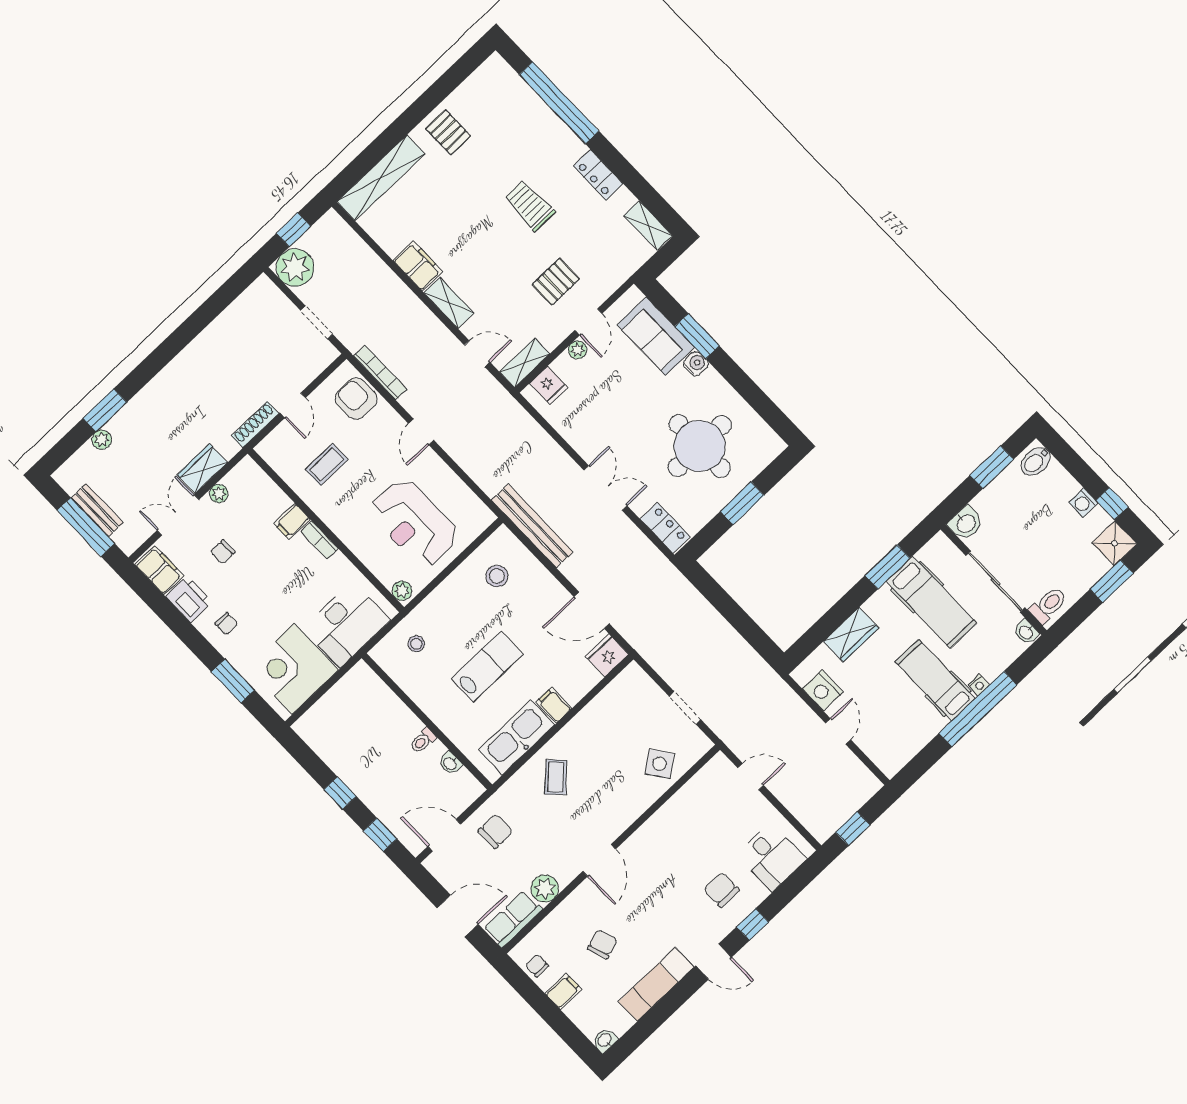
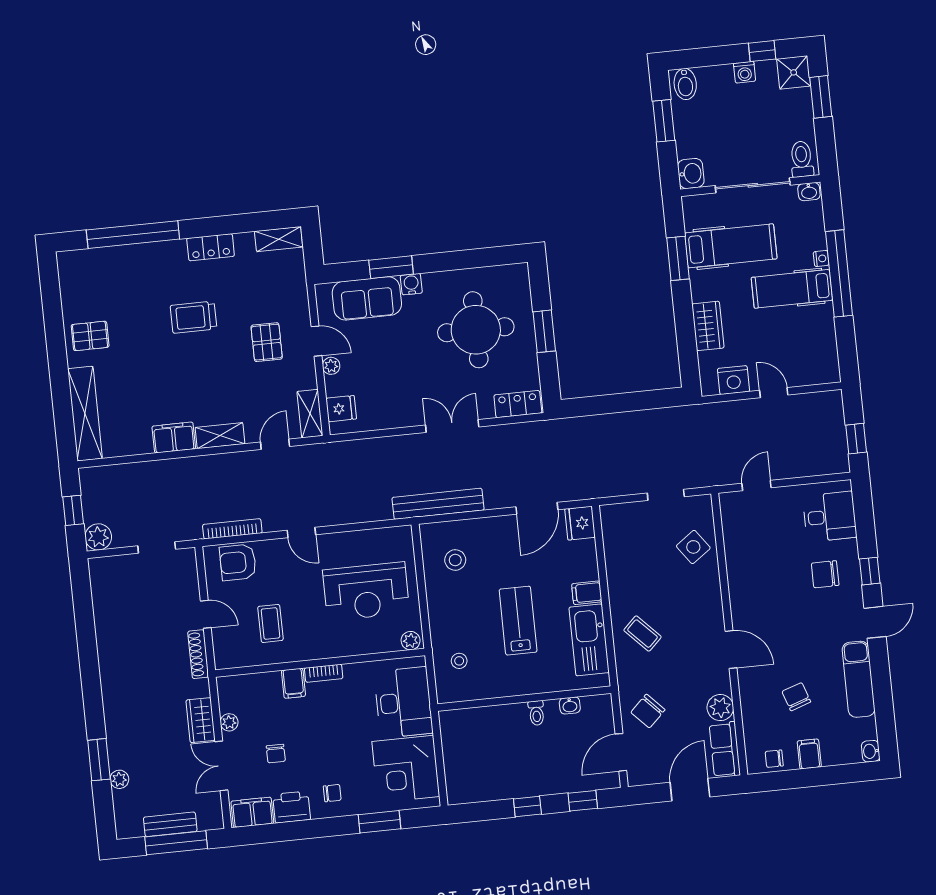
plant: (295, 268) -> (98, 537), width x0.73, depth x0.73
chair: (495, 831) -> (648, 711), turned -134

